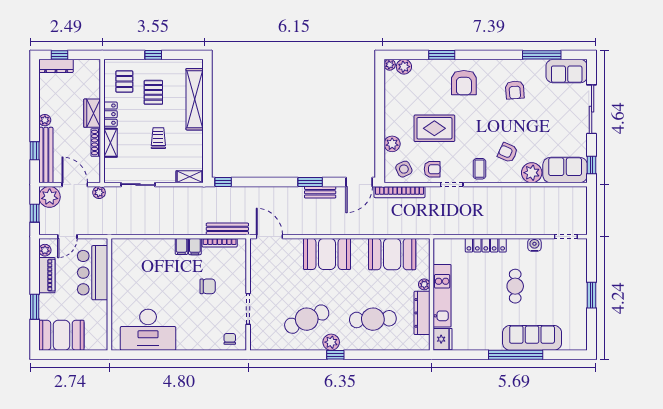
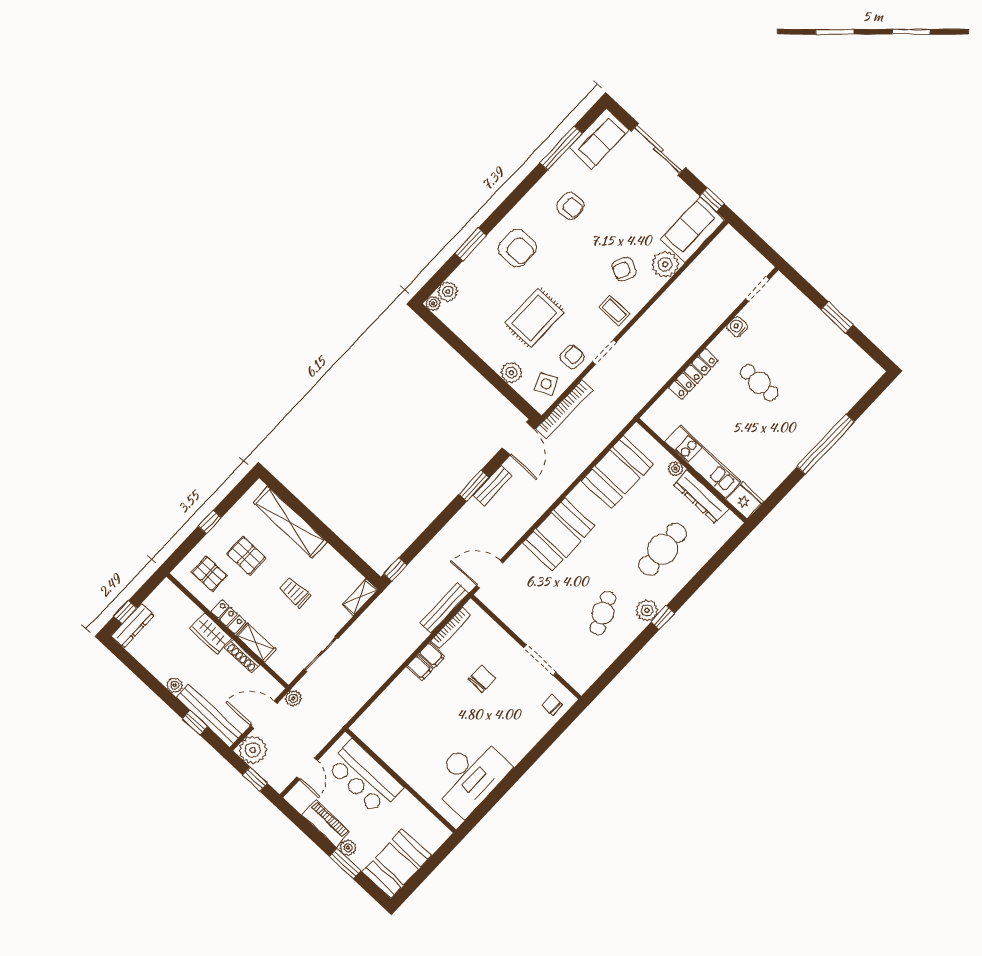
plant: (45, 250) -> (348, 848), moved
cafe table: (307, 319) -> (603, 613), width x0.73, depth x0.74
sofa: (532, 338) -> (824, 413), removed

